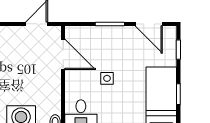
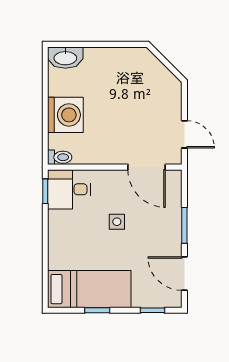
door: (149, 24) -> (184, 273), hinge flipped
door: (63, 54) -> (147, 167), hinge flipped

